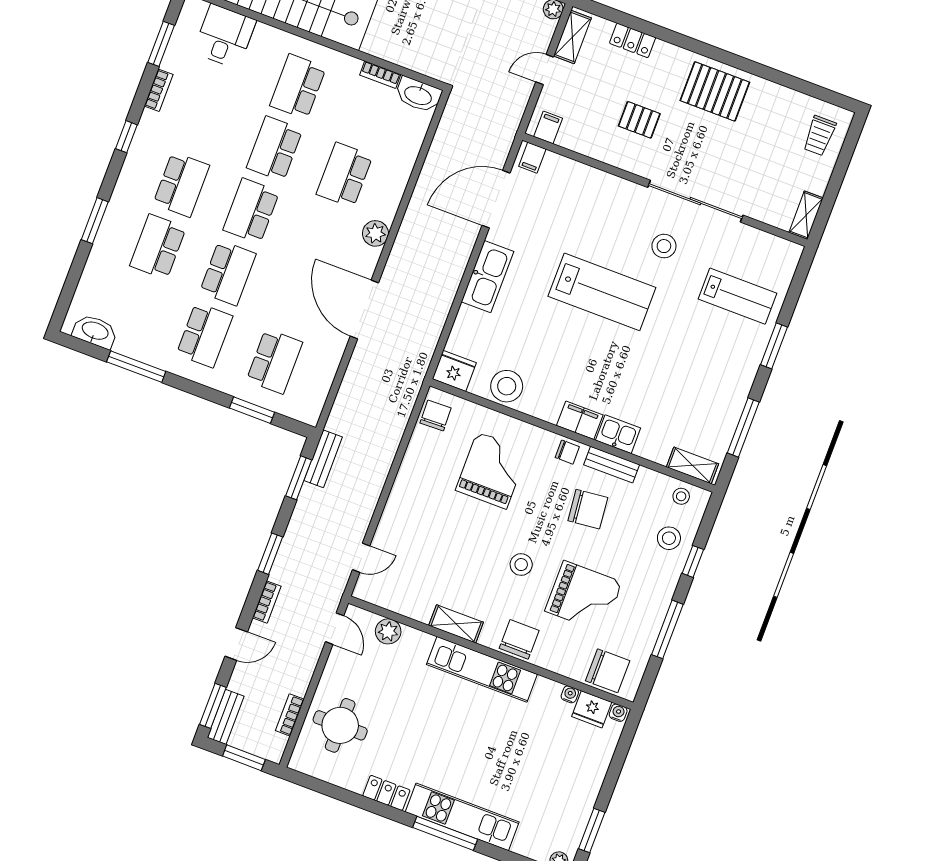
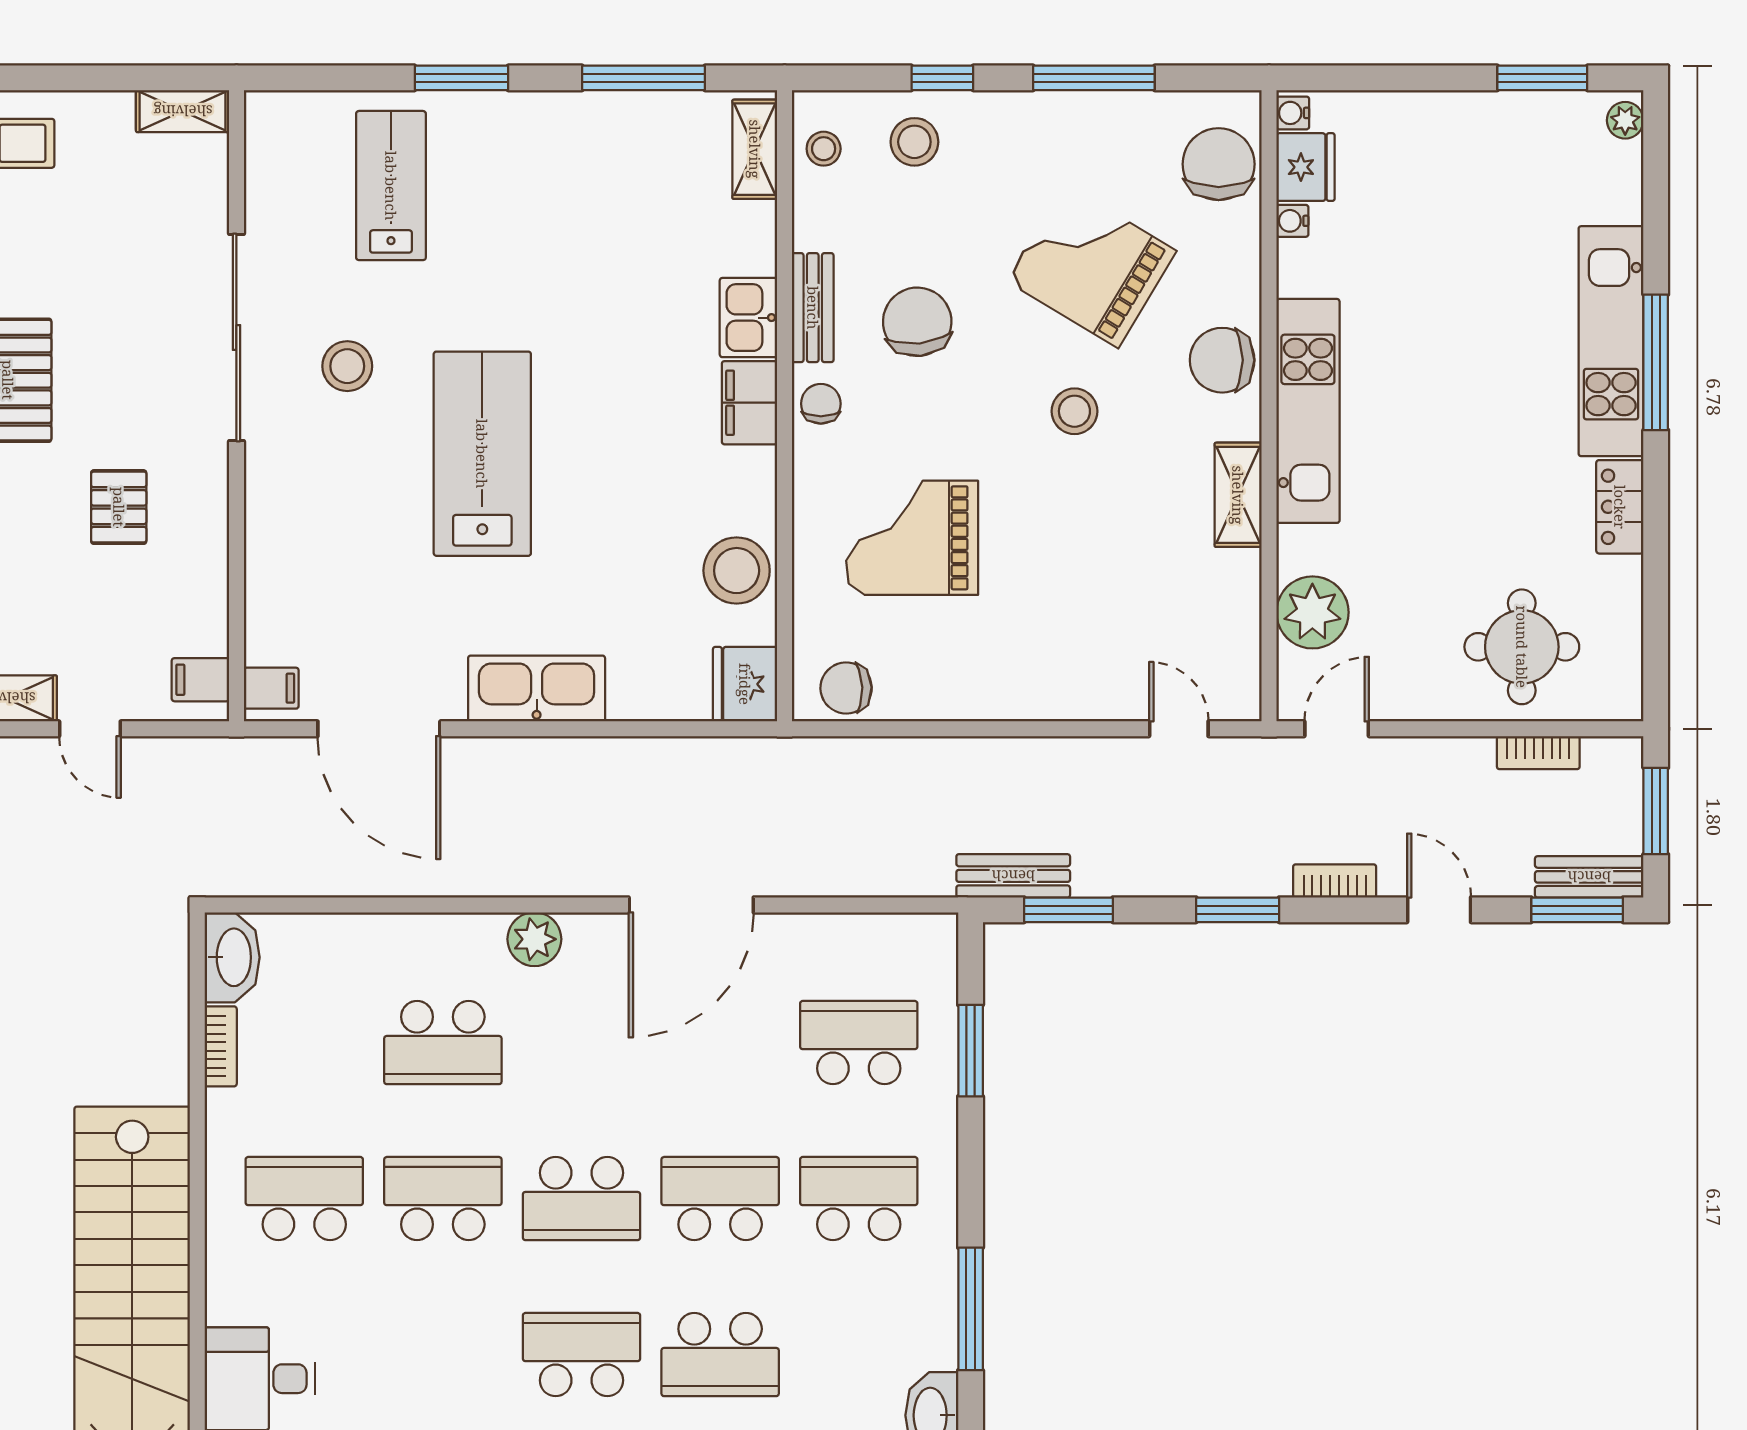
school desk: (298, 86) -> (304, 1199), turned 180
school desk: (275, 149) -> (443, 1199), turned 180
grand piano: (583, 597) -> (1091, 266), turned -59
plant: (388, 631) -> (1312, 612), width x1.36, depth x1.36

